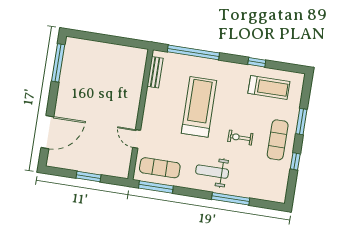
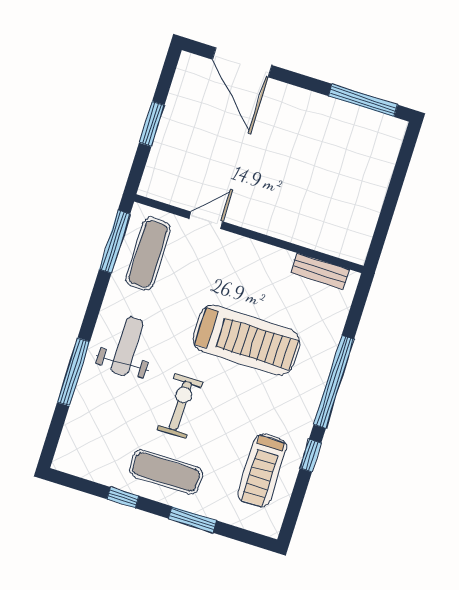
window: (193, 52) -> (334, 382), moved
exercise bike: (240, 138) -> (180, 406), width x1.38, depth x1.39

